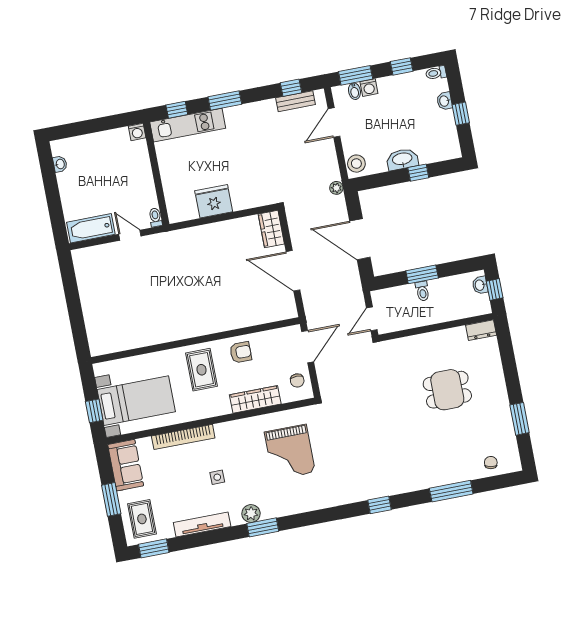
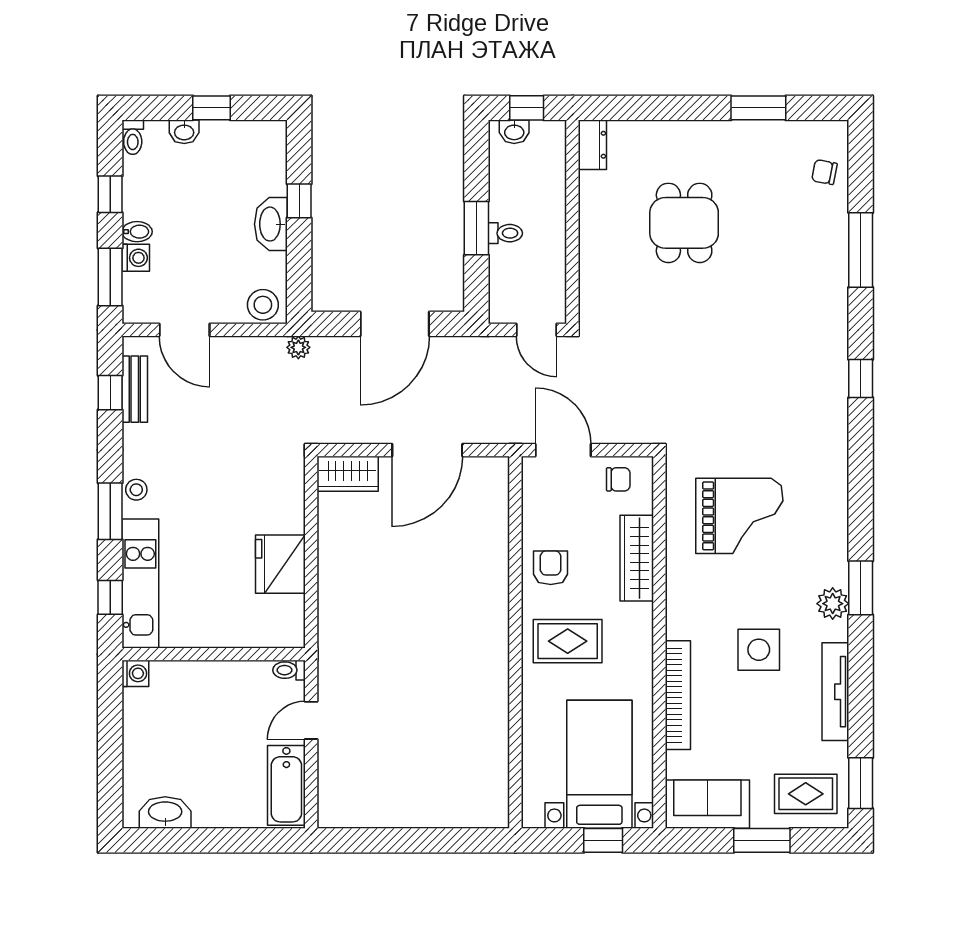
bidet: (354, 91) -> (137, 232), moved
stool: (240, 113) -> (136, 490), added
washbasin: (60, 164) -> (165, 813), width x1.91, depth x1.45
side table: (217, 477) -> (759, 650), width x1.87, depth x1.87

